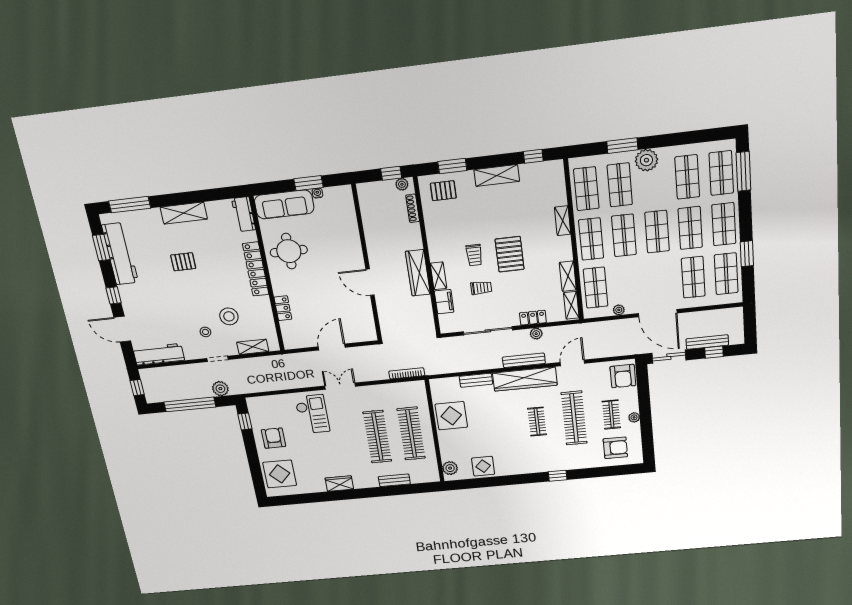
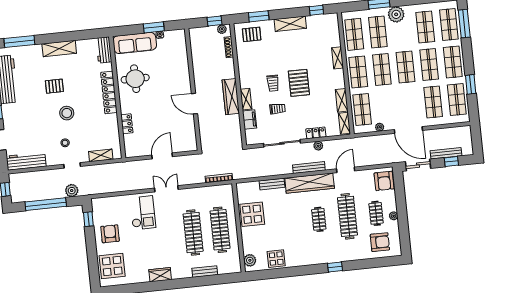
stool: (229, 316) -> (67, 113), moved

